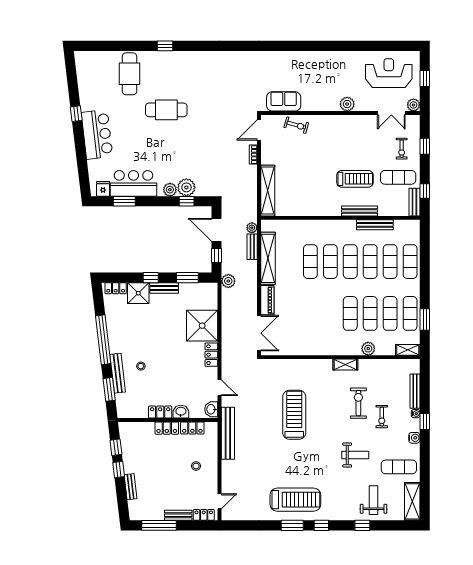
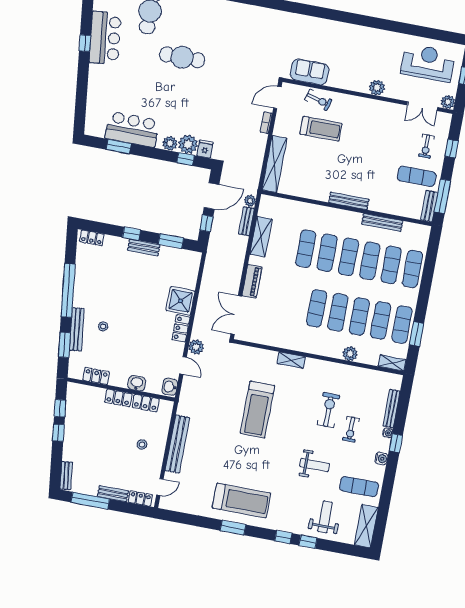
bar counter: (97, 134) -> (105, 38), moved
treadmill: (355, 179) -> (321, 129), moved
fridge: (103, 189) -> (205, 149), moved
window: (425, 191) -> (442, 196), width x2.17
bench: (360, 211) -> (349, 201), moved
door: (216, 230) -> (212, 196), swing flipped
shelving: (268, 258) -> (261, 237), width x0.68
plant: (228, 281) -> (196, 347), moved
shower: (138, 293) -> (115, 248), removed
exercise mat: (330, 313) -> (317, 308), added
shower: (202, 326) -> (181, 301), width x0.73, depth x0.73
double door: (259, 333) -> (236, 315), swing flipped
shelving: (345, 364) -> (291, 360), moved
locker: (160, 412) -> (96, 376), moved
treadmill: (294, 415) -> (257, 410), turned 180
bench: (228, 433) -> (177, 444), moved
bench: (131, 487) -> (66, 476), moved
window: (321, 525) -> (283, 537), moved

